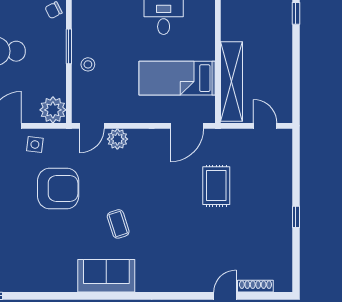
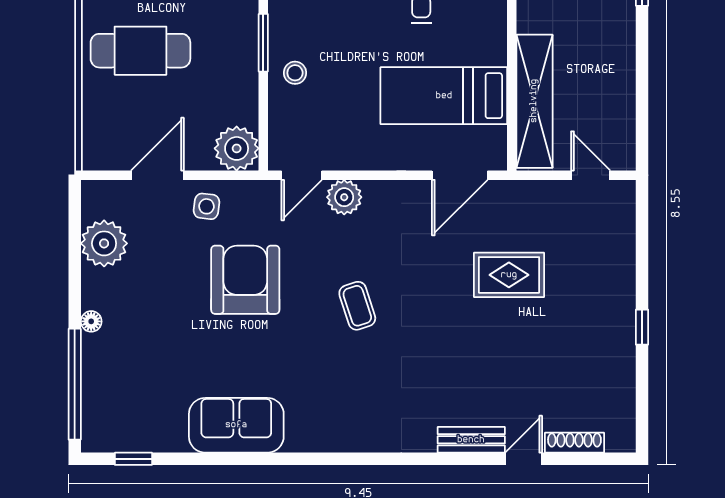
rug: (216, 186) -> (509, 275), turned 90
armchair: (58, 189) -> (245, 280), turned -90
coffee table: (118, 224) -> (357, 306), moved
sofa: (106, 276) -> (236, 425), moved
bench: (194, 284) -> (471, 440), added

